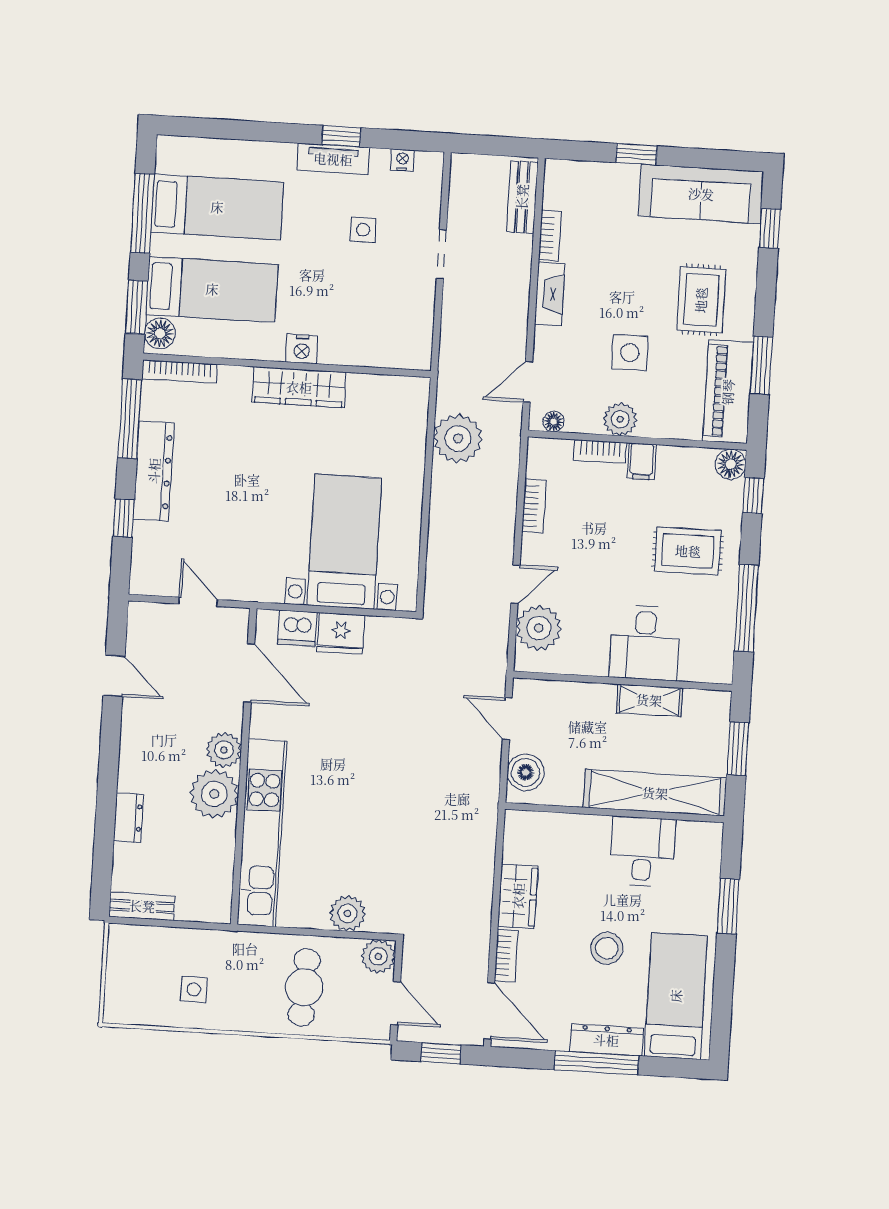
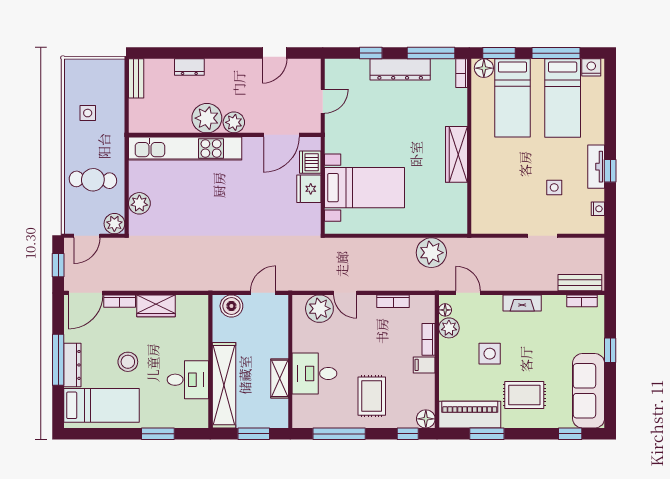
bookcase: (550, 235) -> (582, 301), moved
nightstand: (302, 349) -> (591, 67), moved, turned 90
bookcase: (179, 371) -> (462, 73), width x0.64
plant: (620, 419) -> (449, 328), moved

